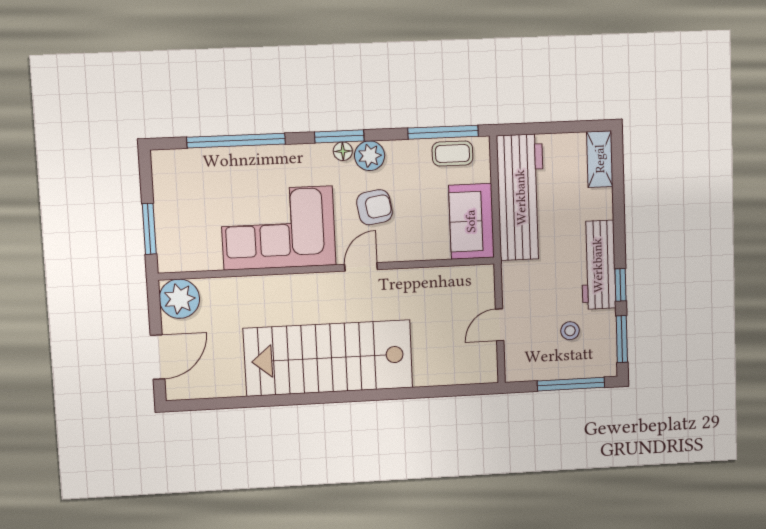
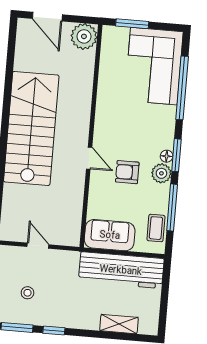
window: (443, 132) -> (172, 208), moved
shelving: (600, 159) -> (119, 324), moved
armchair: (374, 207) -> (127, 172), turned 99
corner sofa: (278, 228) -> (154, 66), moved, turned 180
workbench: (598, 265) -> (69, 317), removed

